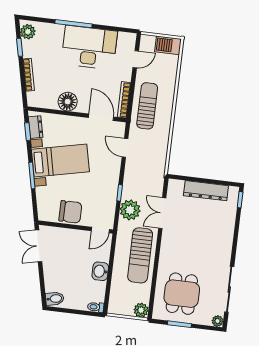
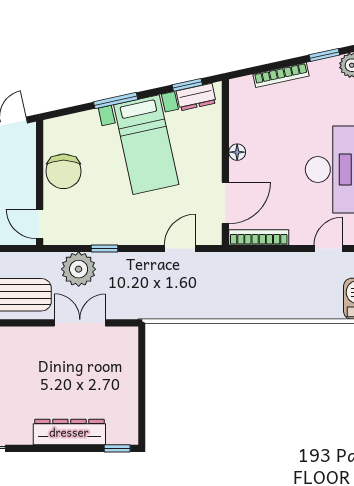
door: (136, 59) -> (328, 249), swing flipped
floor lamp: (68, 102) -> (237, 152), width x0.53, depth x0.53
sun lounger: (147, 106) -> (253, 277), removed
dresser: (206, 191) -> (69, 432), moved, turned 90

